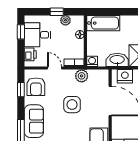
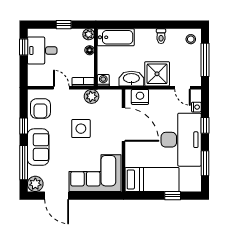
plant: (65, 20) -> (89, 34), moved
printer: (30, 54) -> (34, 72), removed
window: (21, 90) -> (24, 126), moved

